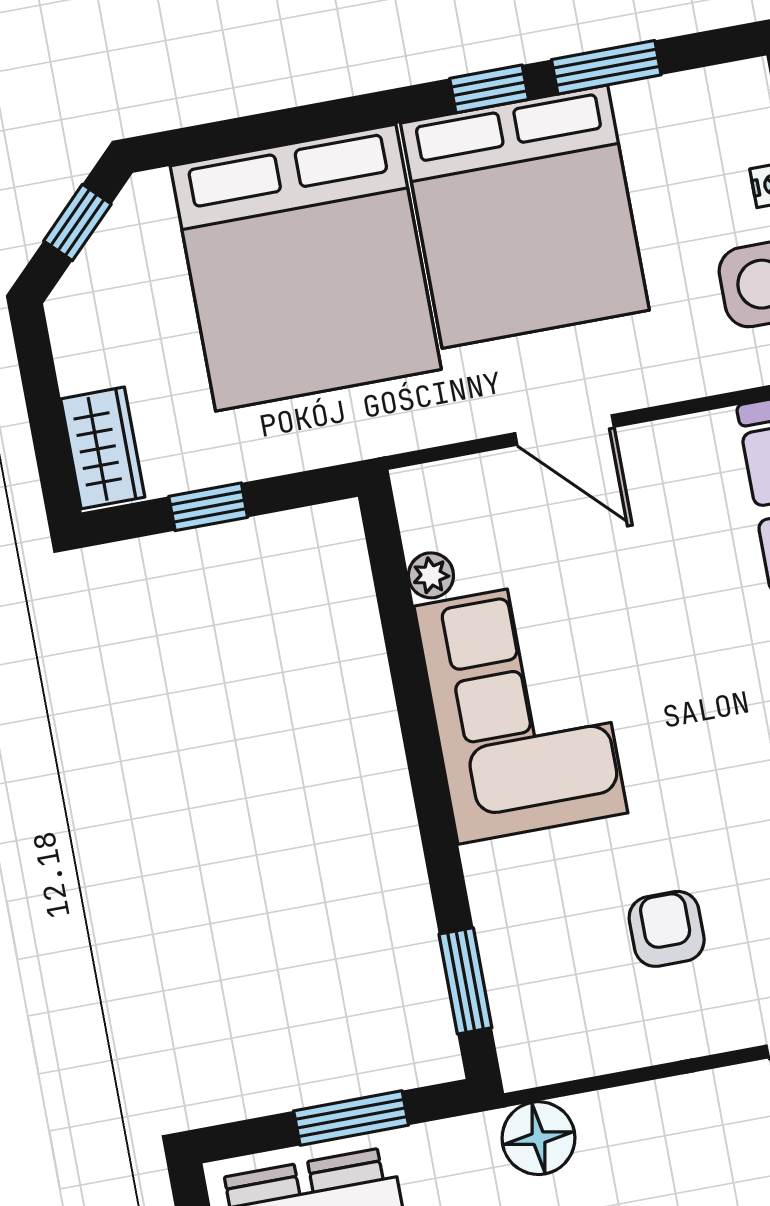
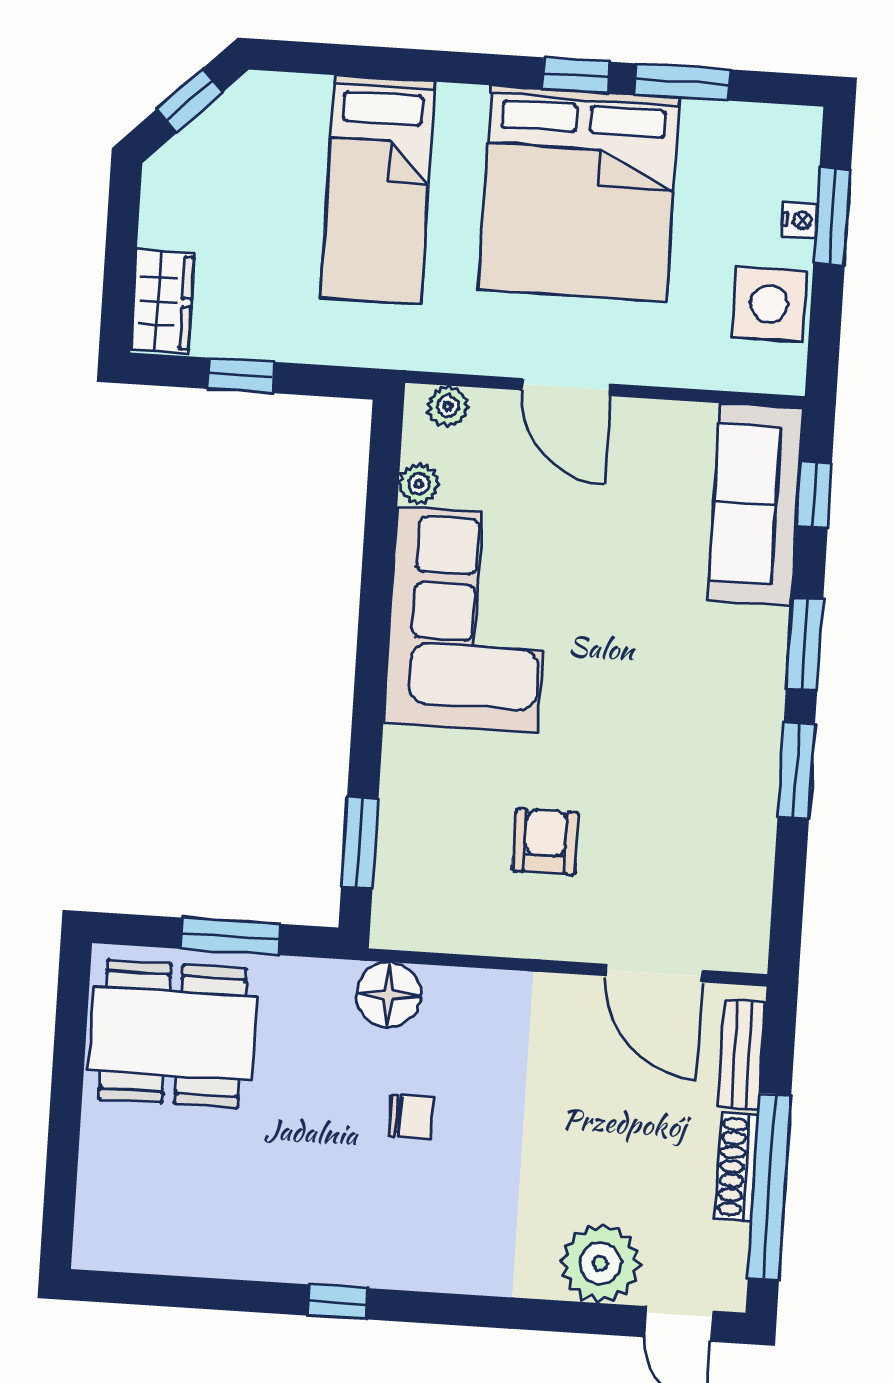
bed: (306, 268) -> (378, 190), width x0.49
plant: (441, 483) -> (448, 406), added

